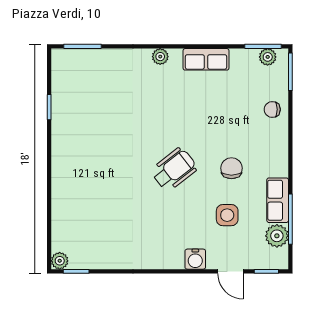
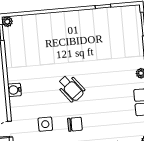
water cooler: (195, 259) -> (14, 90), moved

